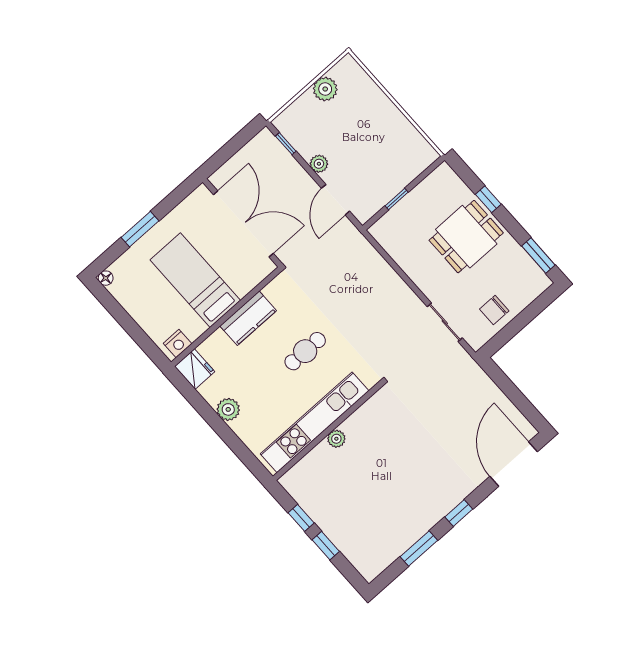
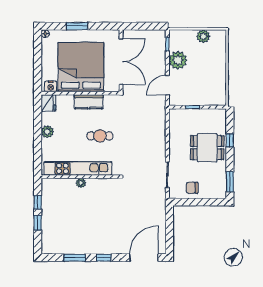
plant: (319, 164) -> (178, 60), width x1.87, depth x1.87
bed: (195, 280) -> (81, 67), width x2.04

